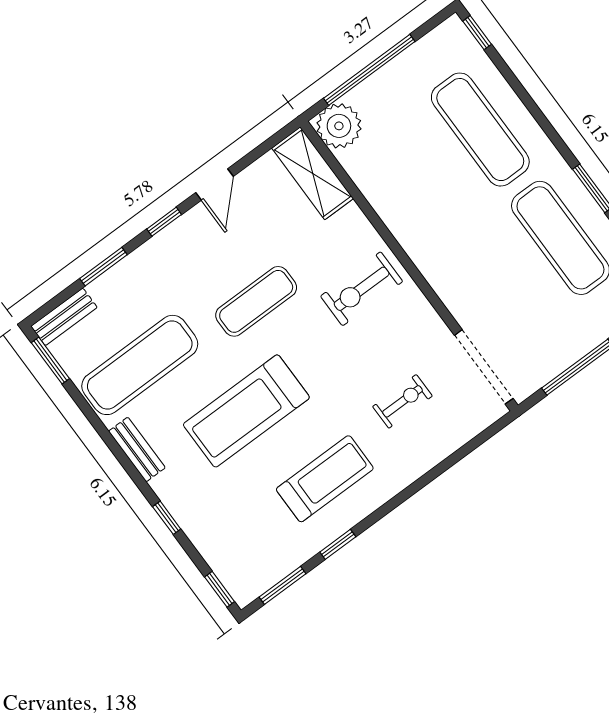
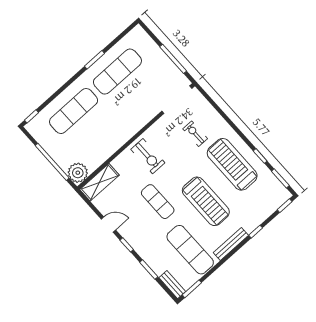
bench: (137, 449) -> (231, 244), width x1.36
treadmill: (325, 479) -> (232, 164), width x1.37, depth x1.38

